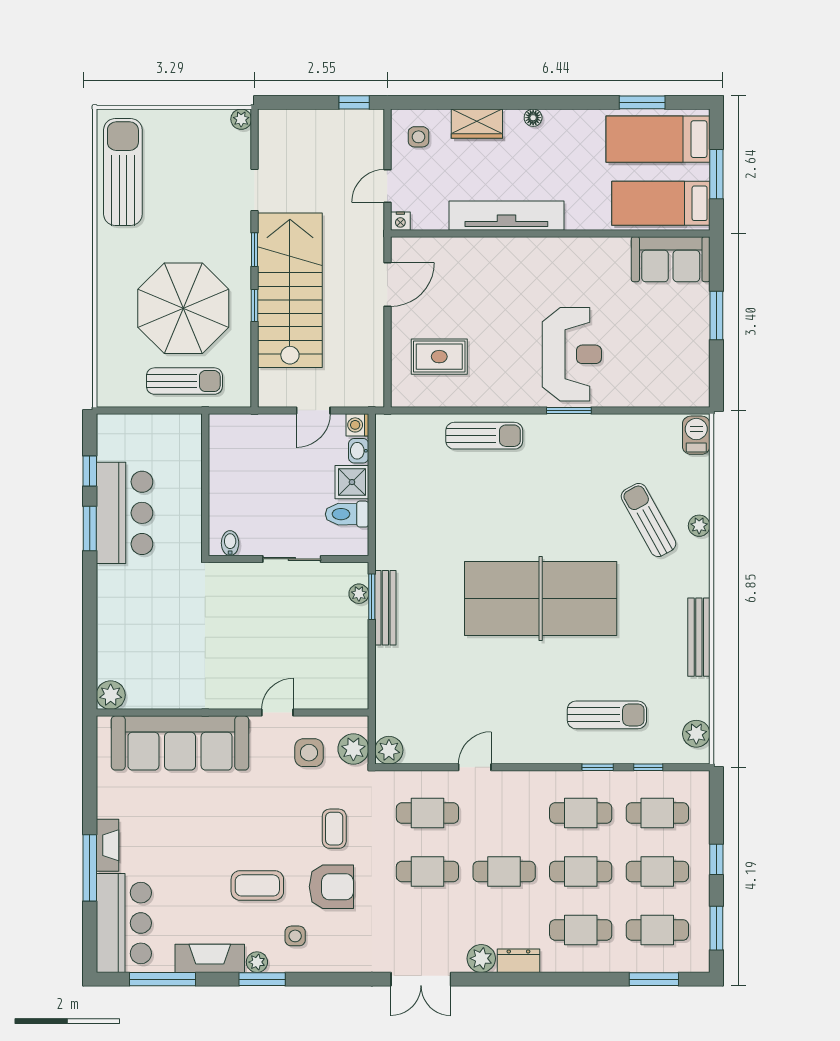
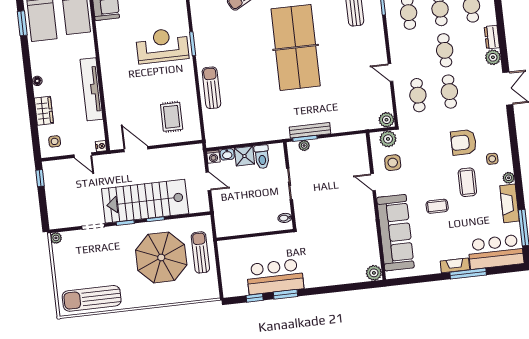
coffee table: (334, 829) -> (437, 206), moved
armchair: (331, 887) -> (464, 142), turned -90
window: (262, 979) -> (517, 174), removed

